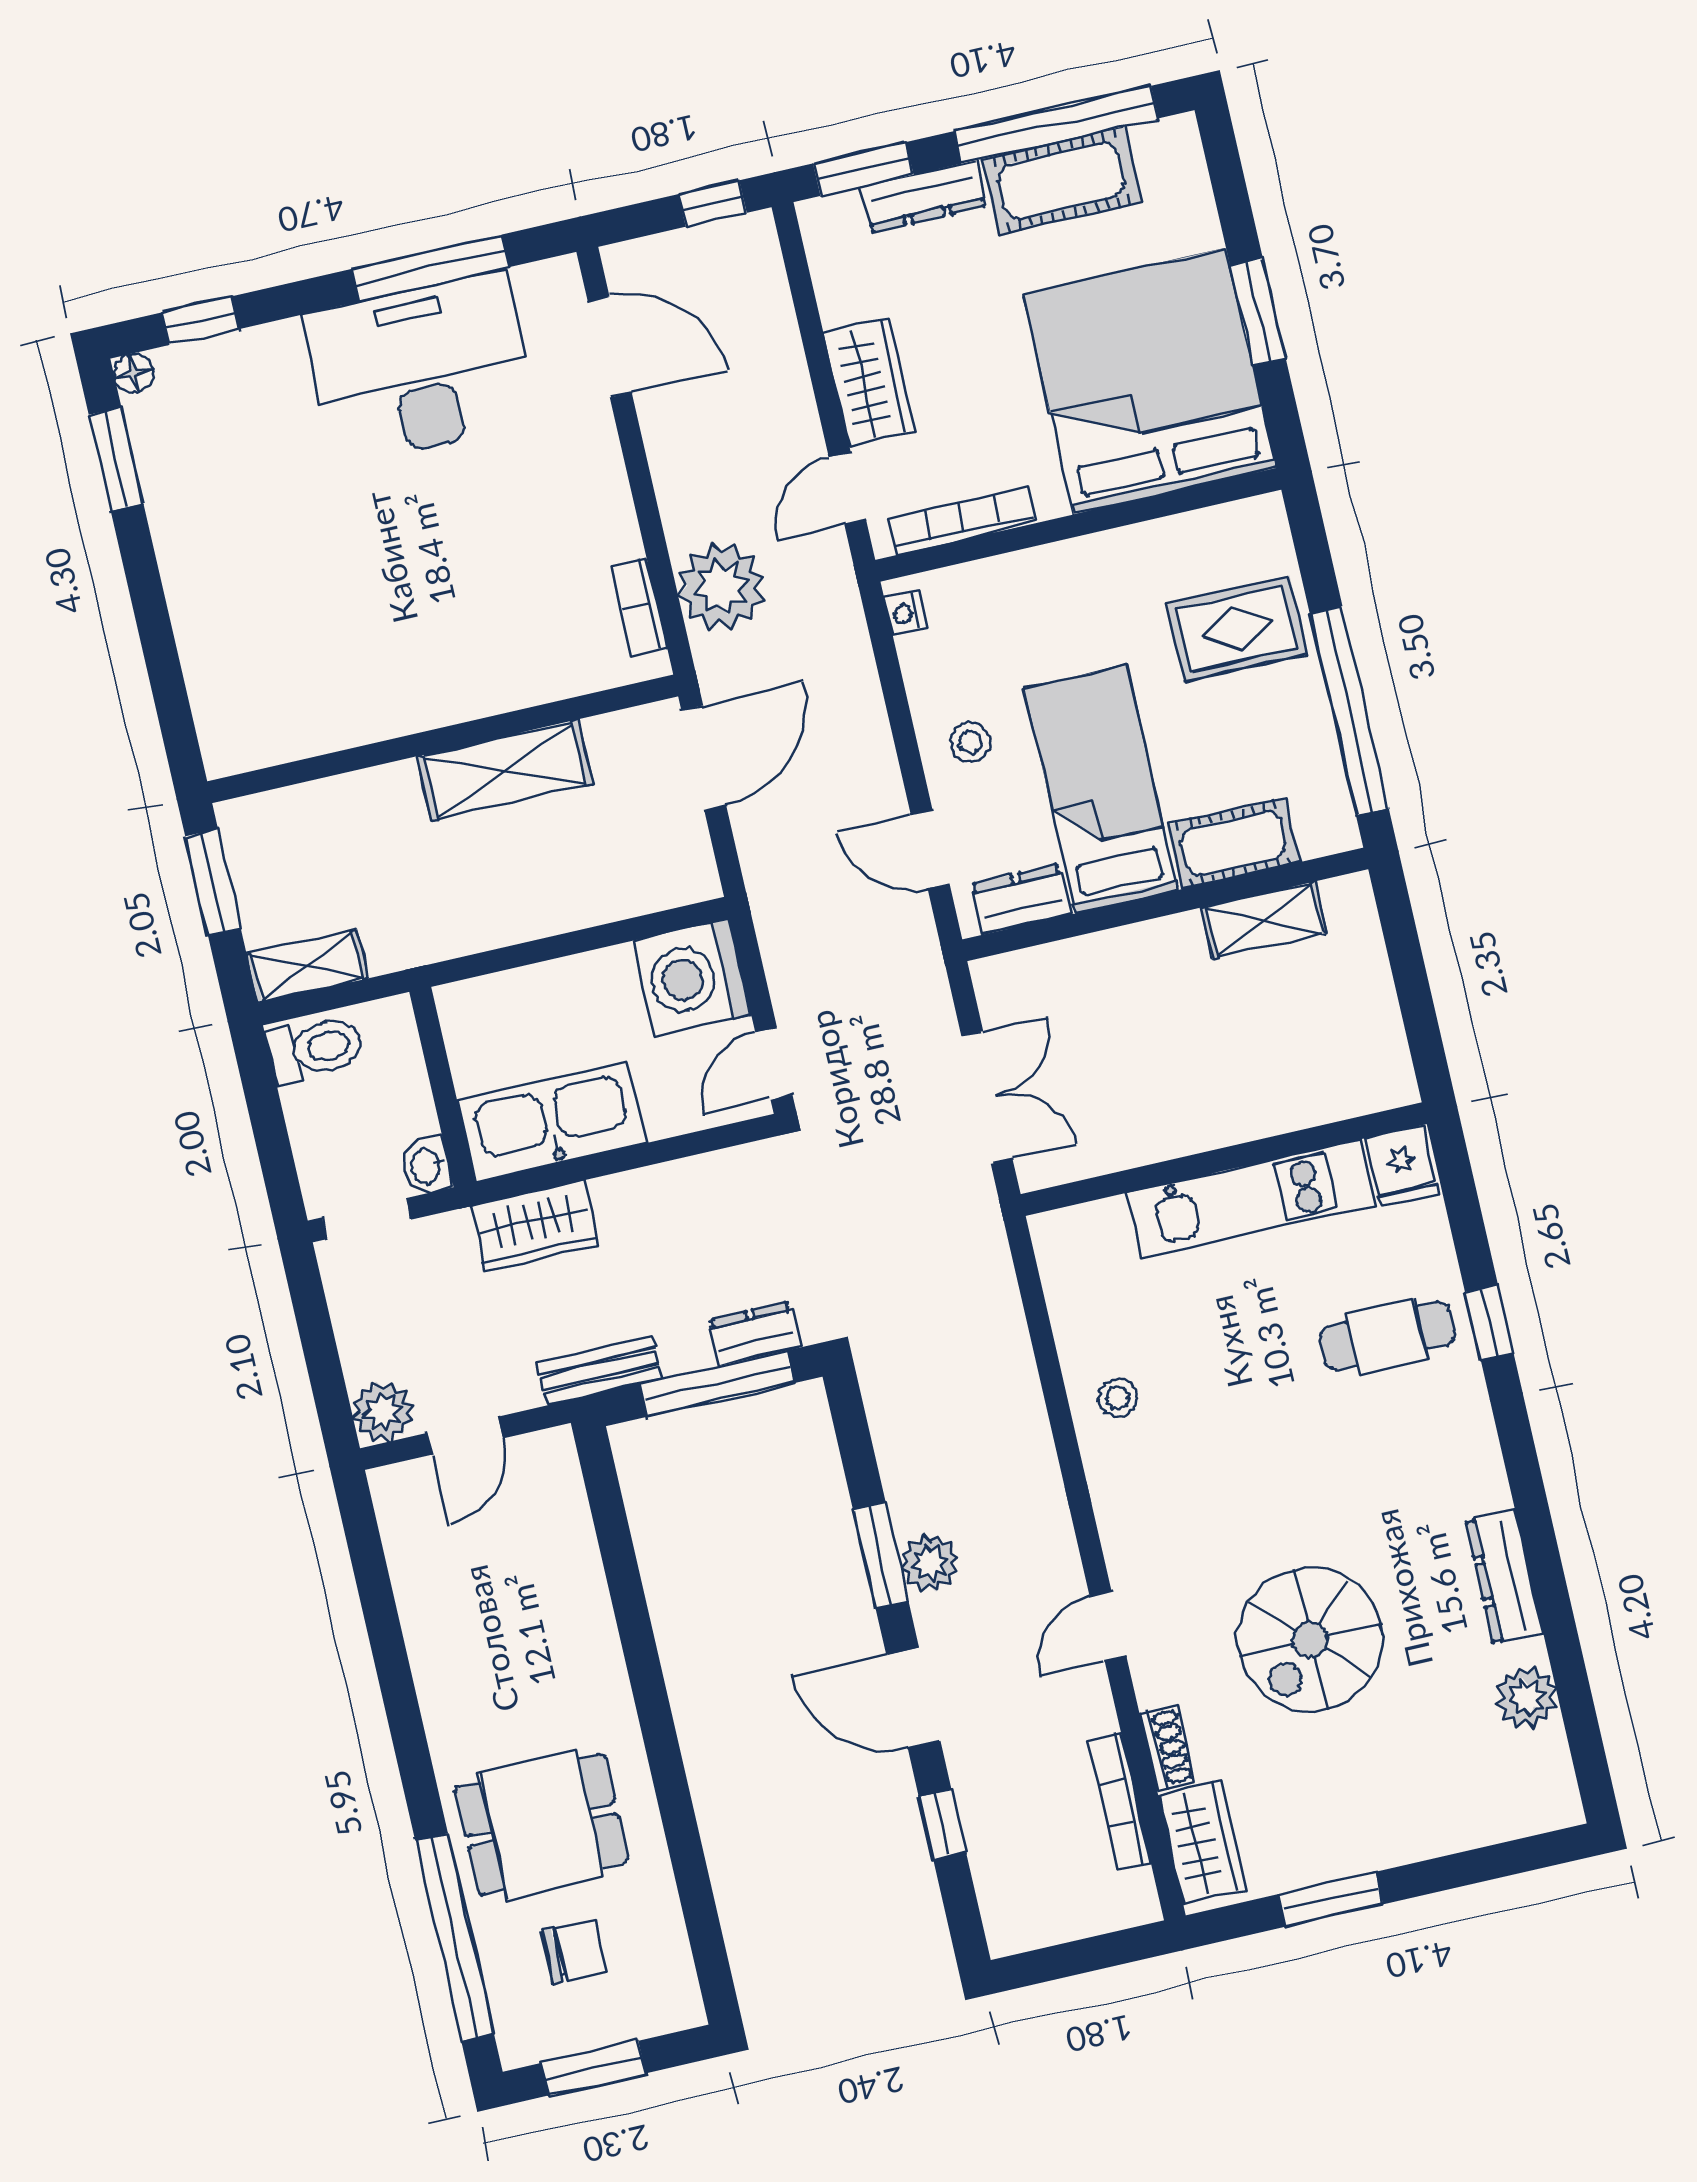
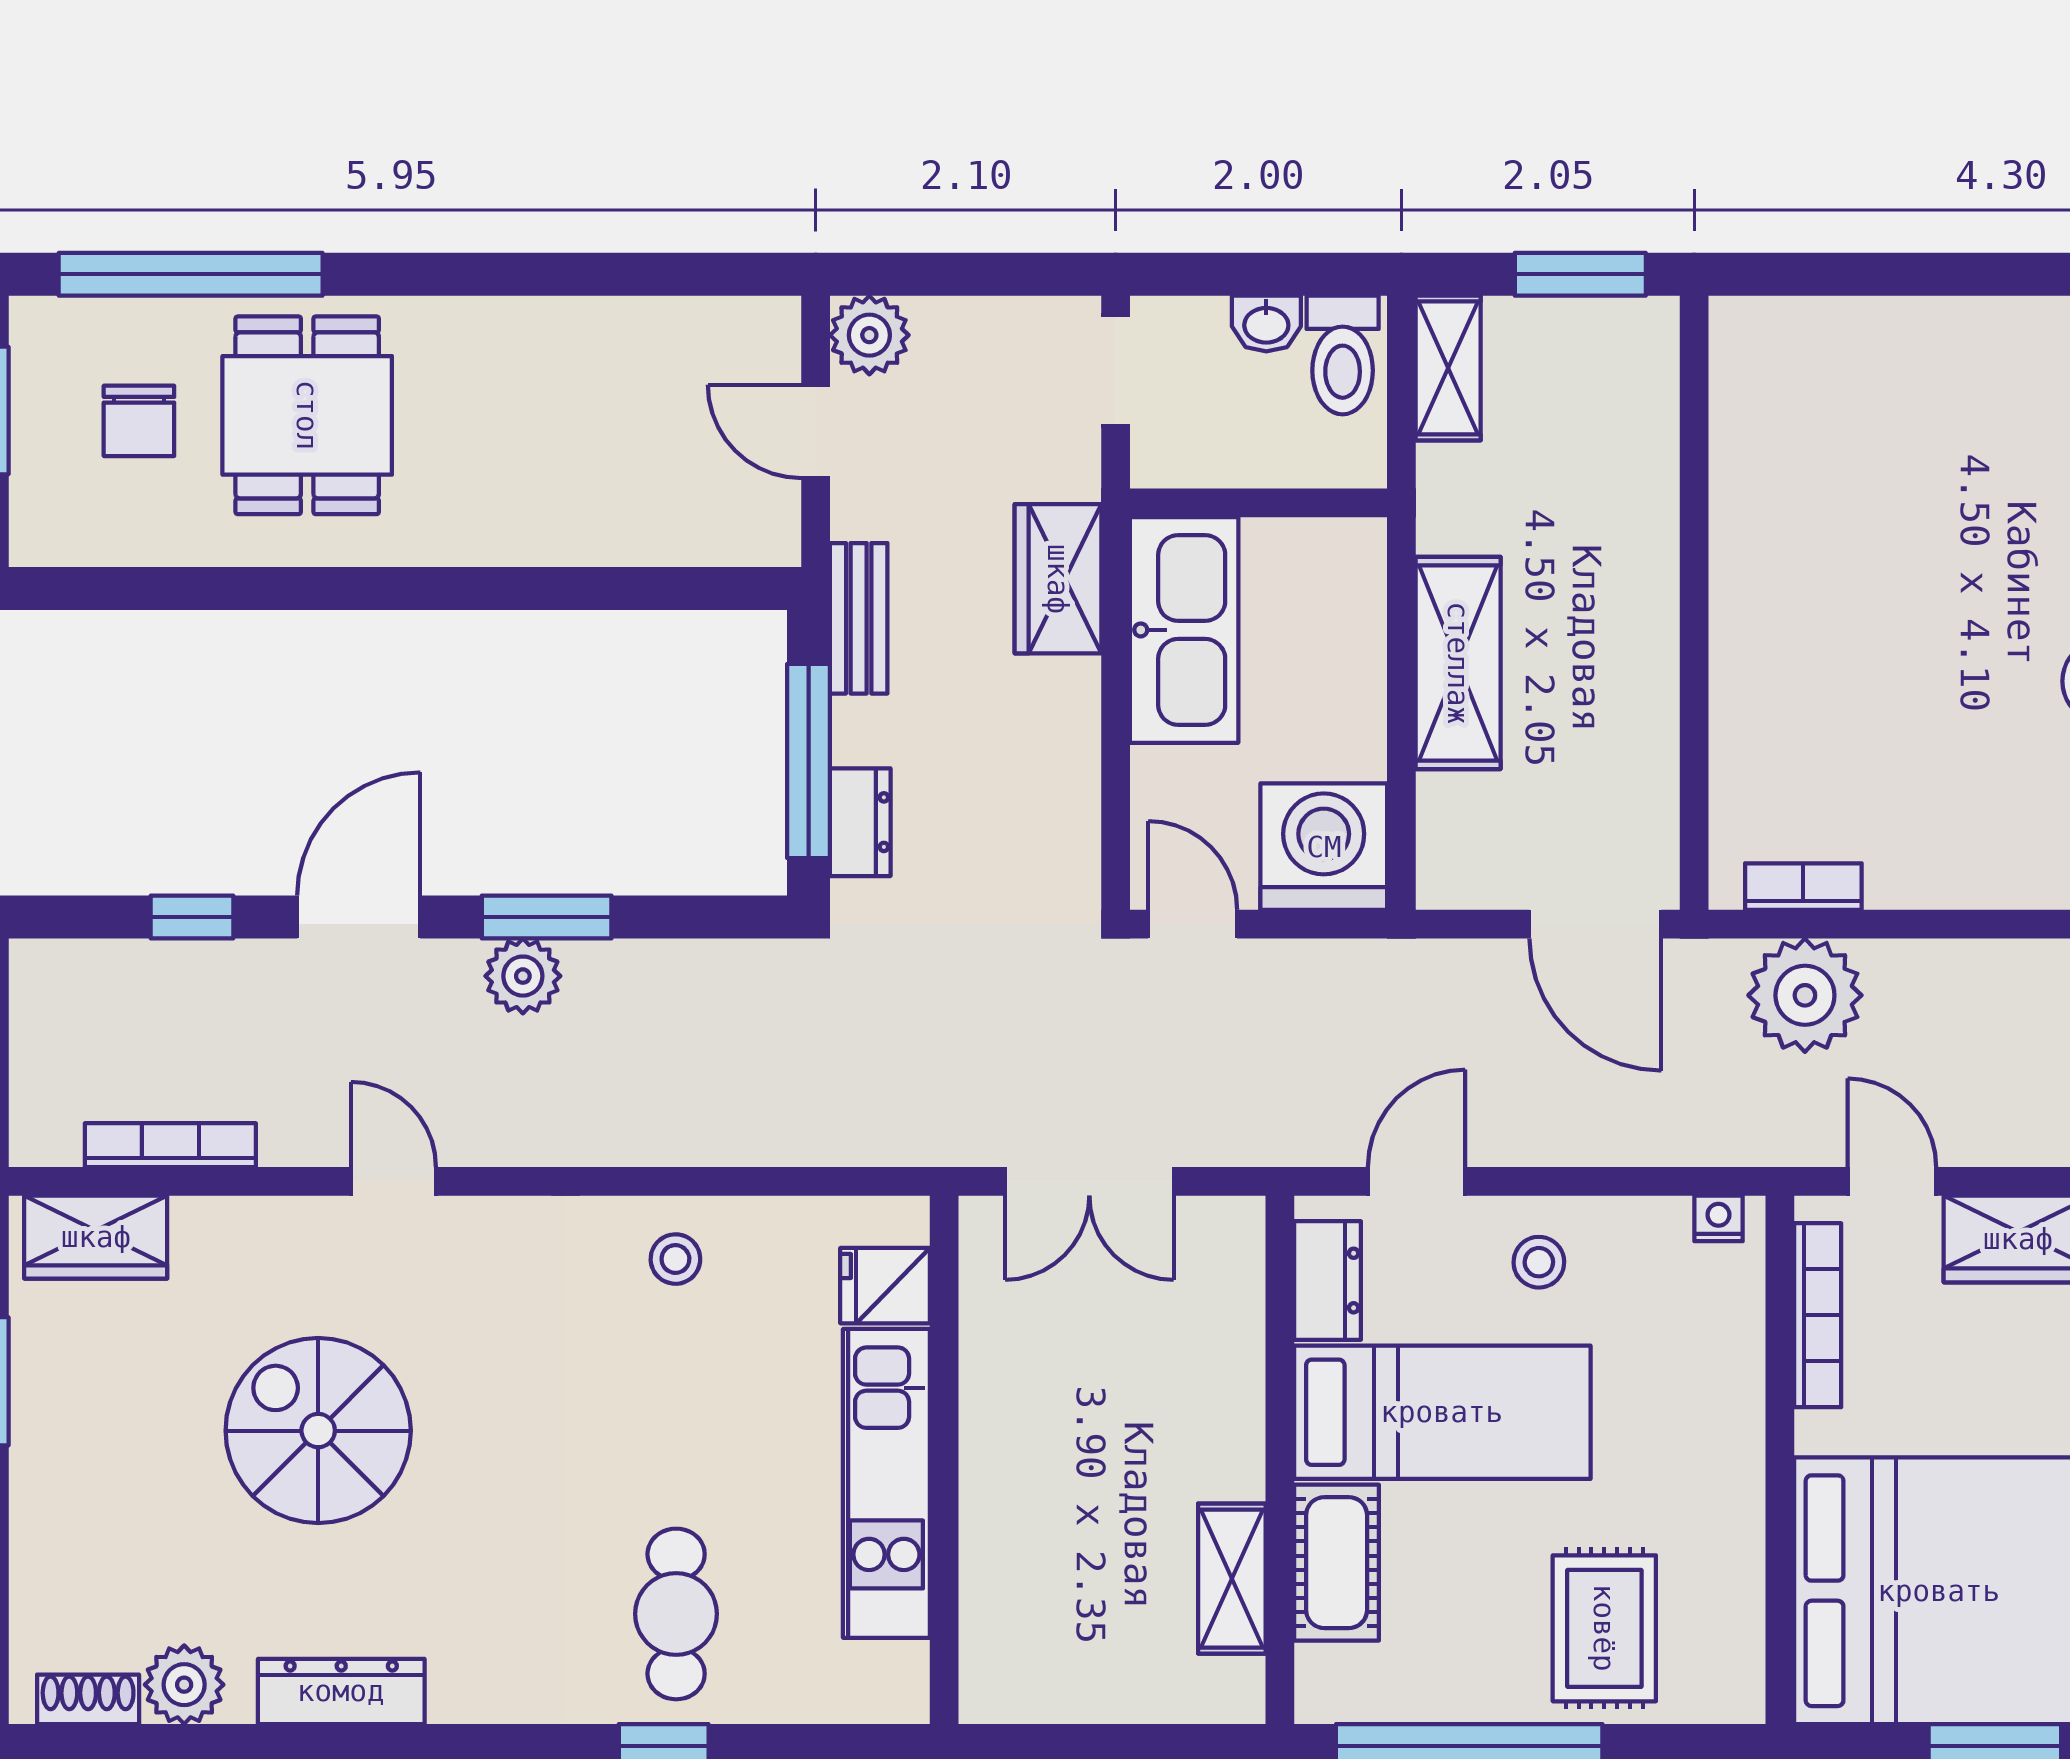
shelving: (505, 770) -> (1458, 663), moved
washbasin: (427, 1166) -> (1266, 324), moved, turned 180
fridge: (1402, 1166) -> (885, 1286), moved
shoe rack: (1167, 1748) -> (88, 1699), moved, turned 180

